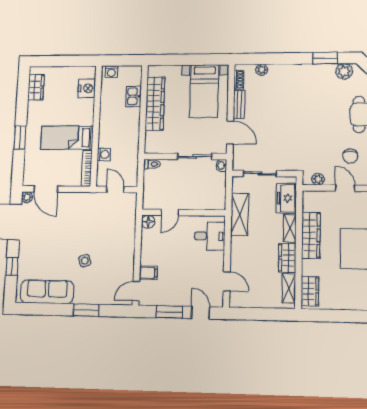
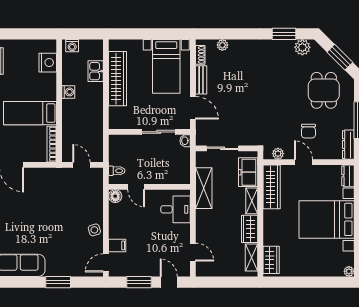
washing machine: (104, 154) -> (68, 92), moved
toilet: (152, 164) -> (117, 171), moved
door: (170, 212) -> (136, 187), hinge flipped
wardrobe: (311, 235) -> (272, 187), moved
side table: (85, 261) -> (94, 230), moved

